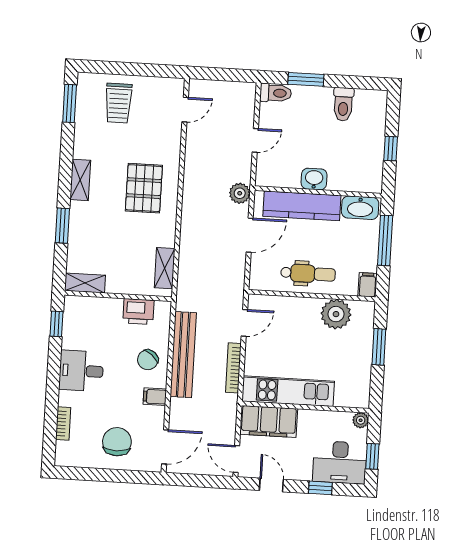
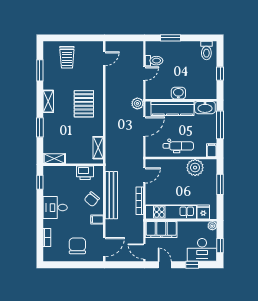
toilet: (276, 93) -> (154, 61), moved
window: (70, 103) -> (40, 70), moved
toilet: (343, 104) -> (206, 51), moved
fridge: (346, 395) -> (203, 212), added

